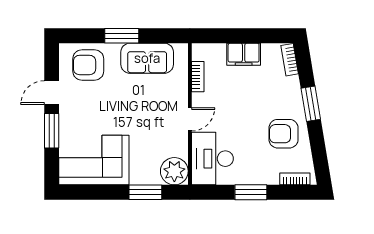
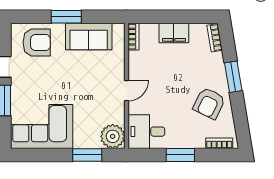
armchair: (88, 65) -> (37, 43), turned 180
bookcase: (198, 77) -> (133, 37), moved
armchair: (284, 134) -> (209, 103), turned -64
desk: (212, 159) -> (146, 132), width x0.73

